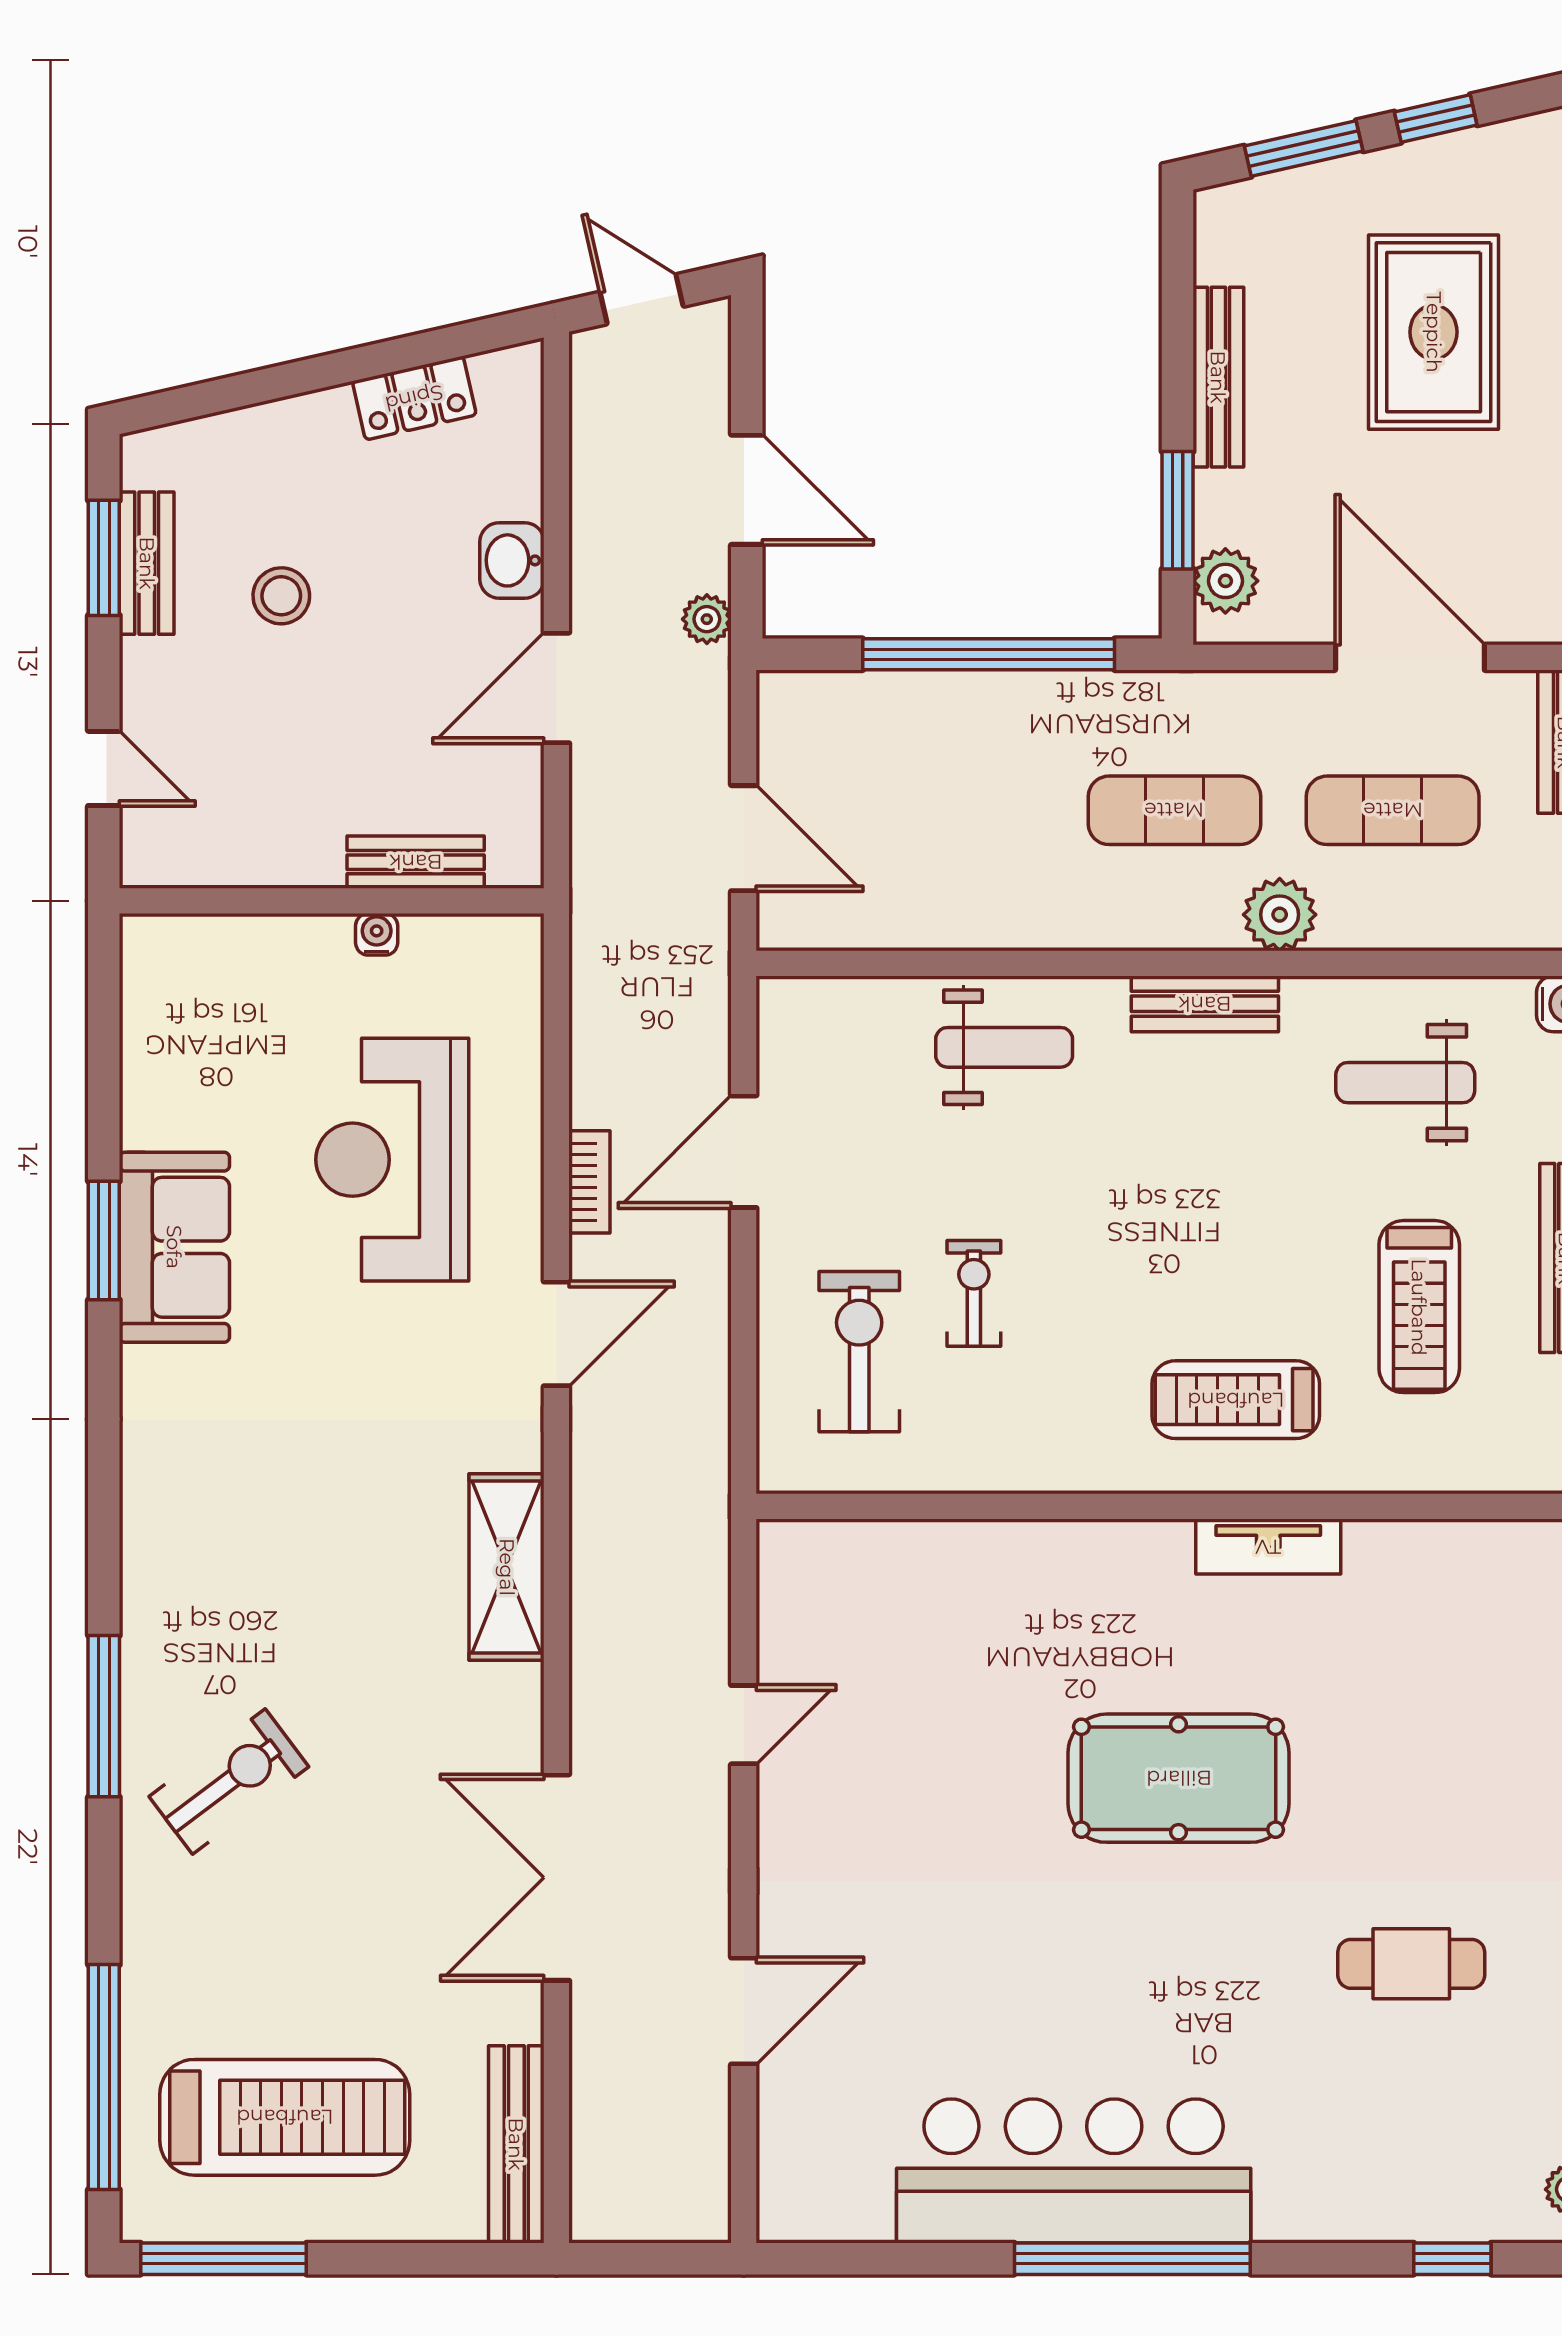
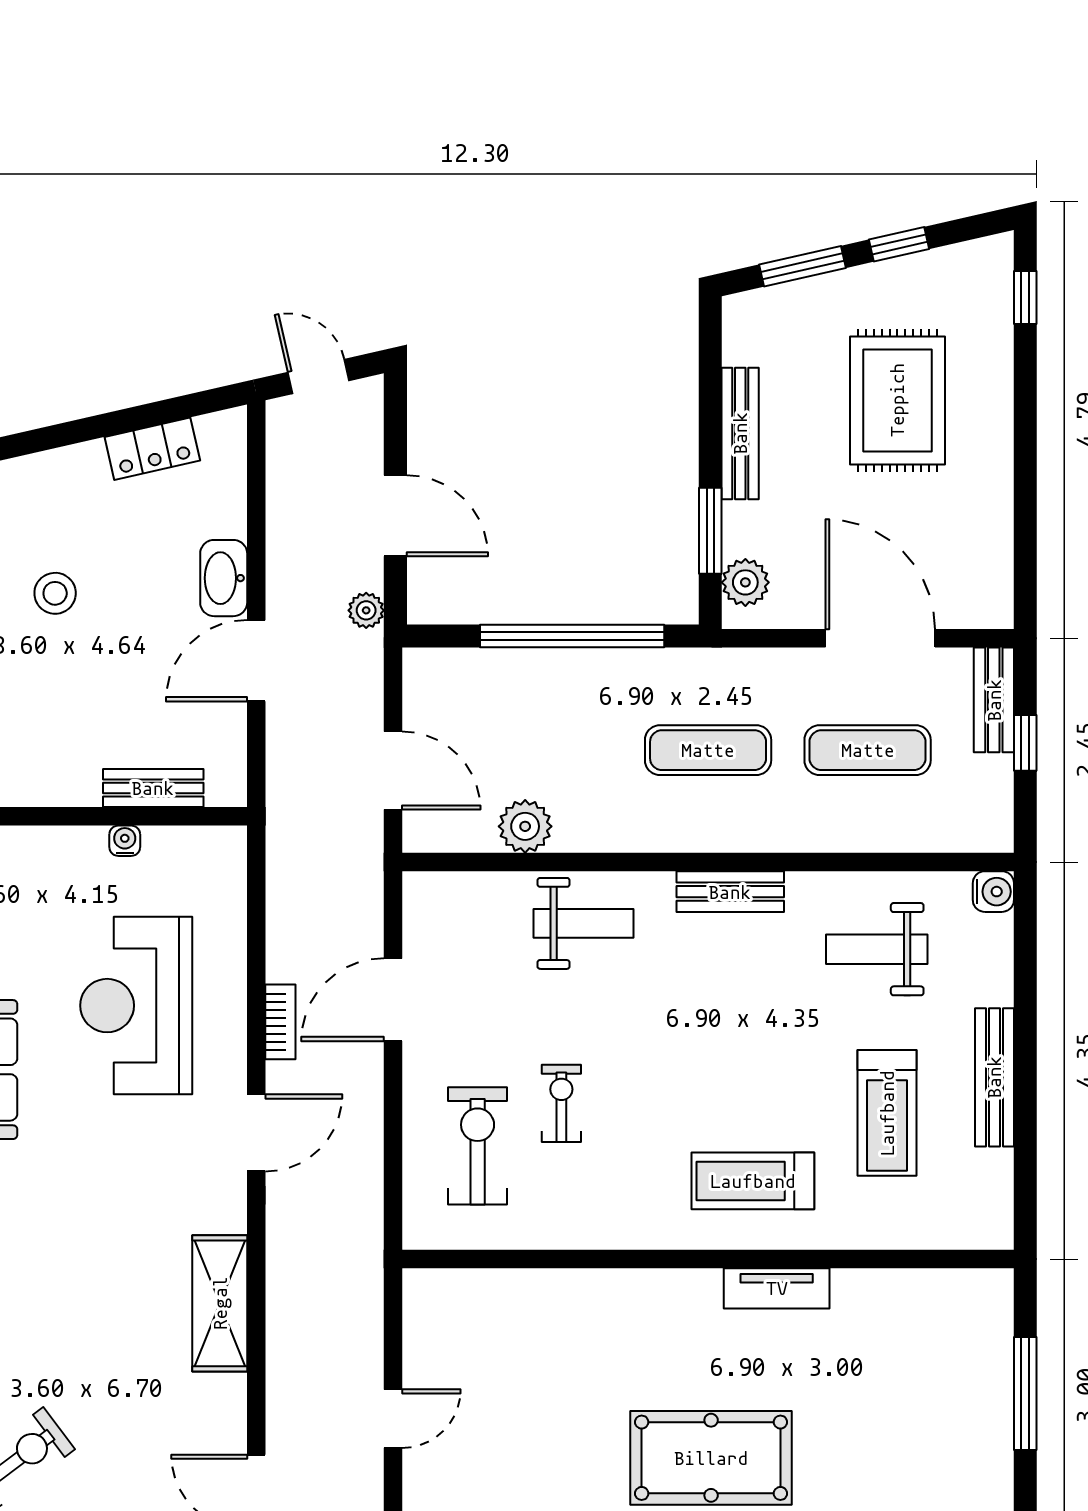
washbasin: (512, 560) -> (224, 578), width x1.38
plant: (1280, 915) -> (525, 826), moved

